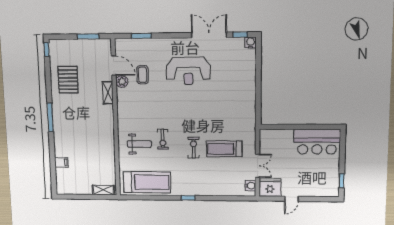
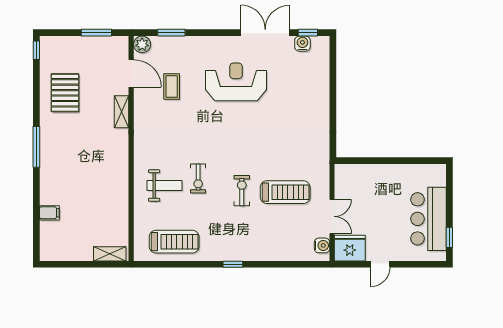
water cooler: (251, 43) -> (302, 44), moved
reception desk: (188, 71) -> (236, 82), turned 180
plant: (122, 81) -> (142, 44), moved
bar counter: (317, 142) -> (428, 219), moved, turned 90
treadmill: (224, 149) -> (285, 192), turned 180
treadmill: (147, 182) -> (174, 242), width x0.73, depth x0.73

